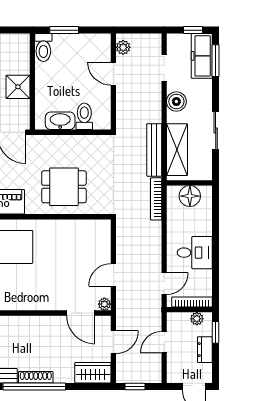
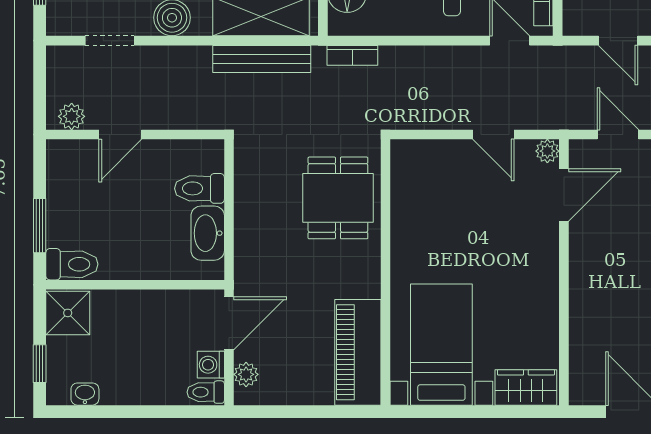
shower: (18, 87) -> (68, 313), moved
dining table: (64, 187) -> (338, 198), moved
bookcase: (156, 199) -> (352, 55), width x0.64

